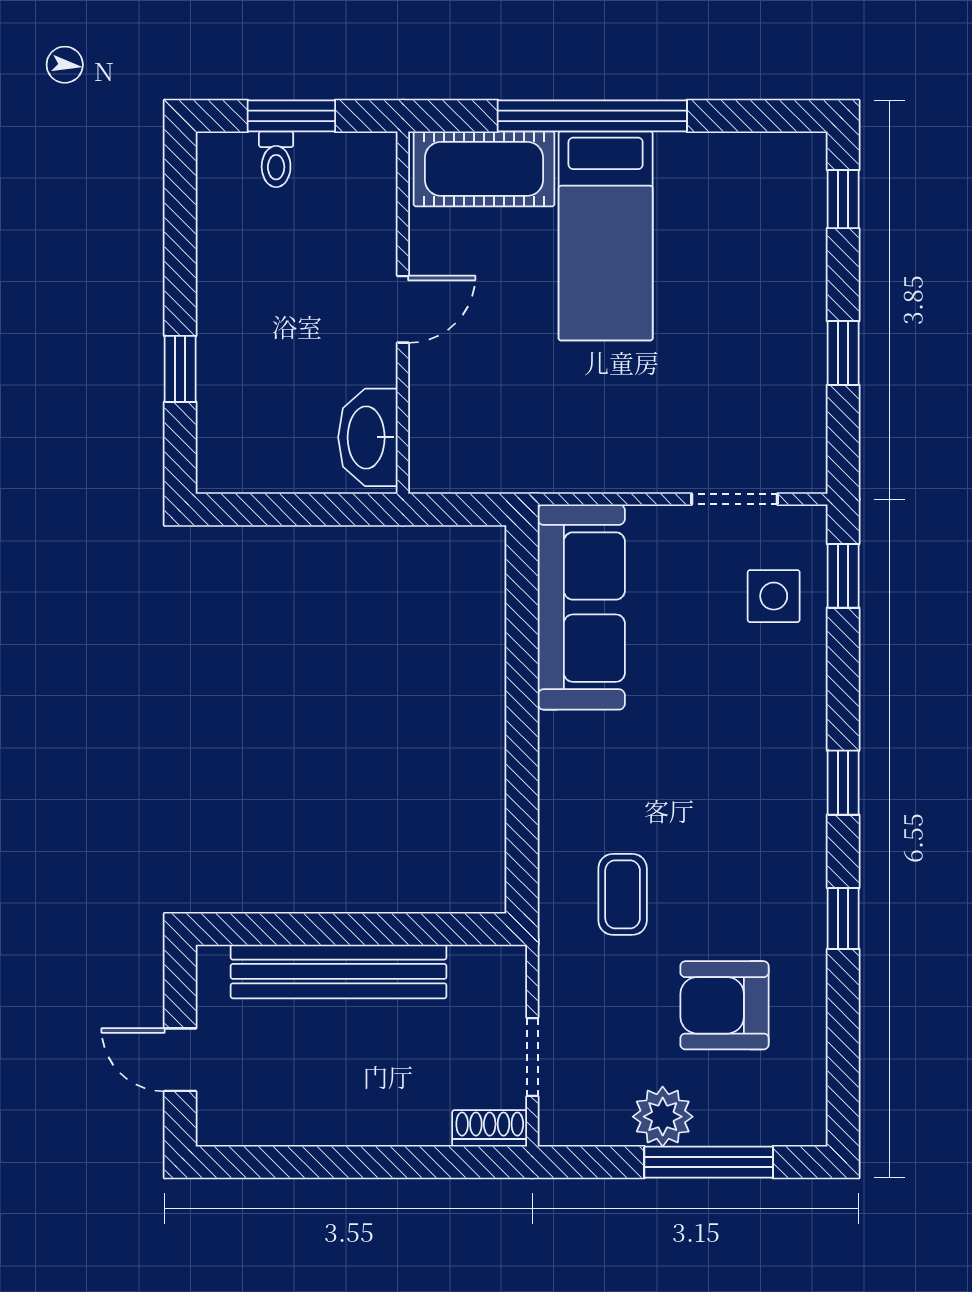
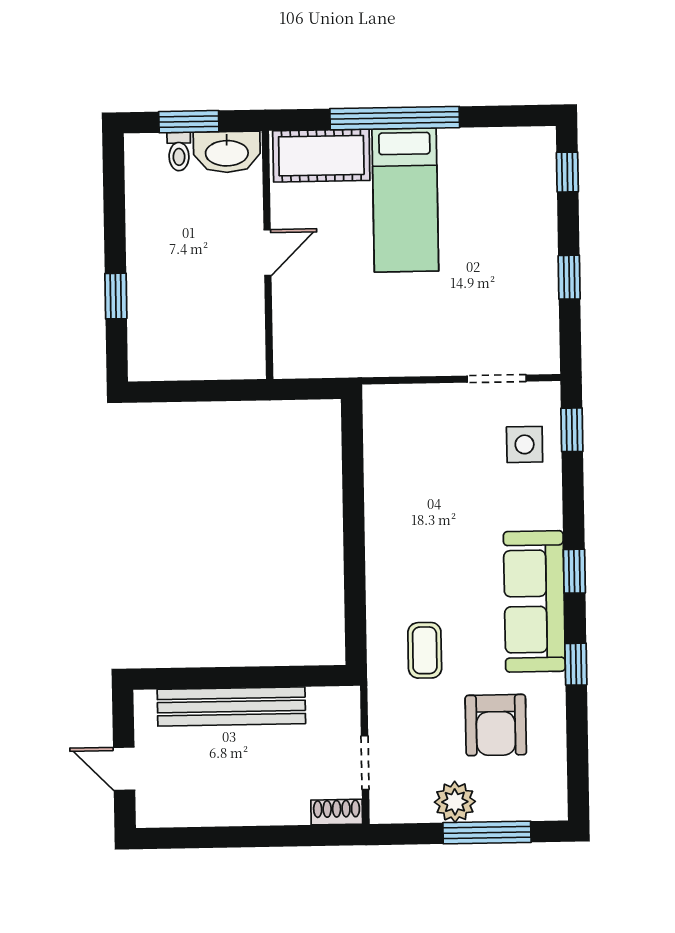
washbasin: (368, 437) -> (227, 152), moved, turned -90
sofa: (581, 607) -> (534, 601), moved, turned 180
armchair: (724, 1005) -> (496, 725), turned -90

